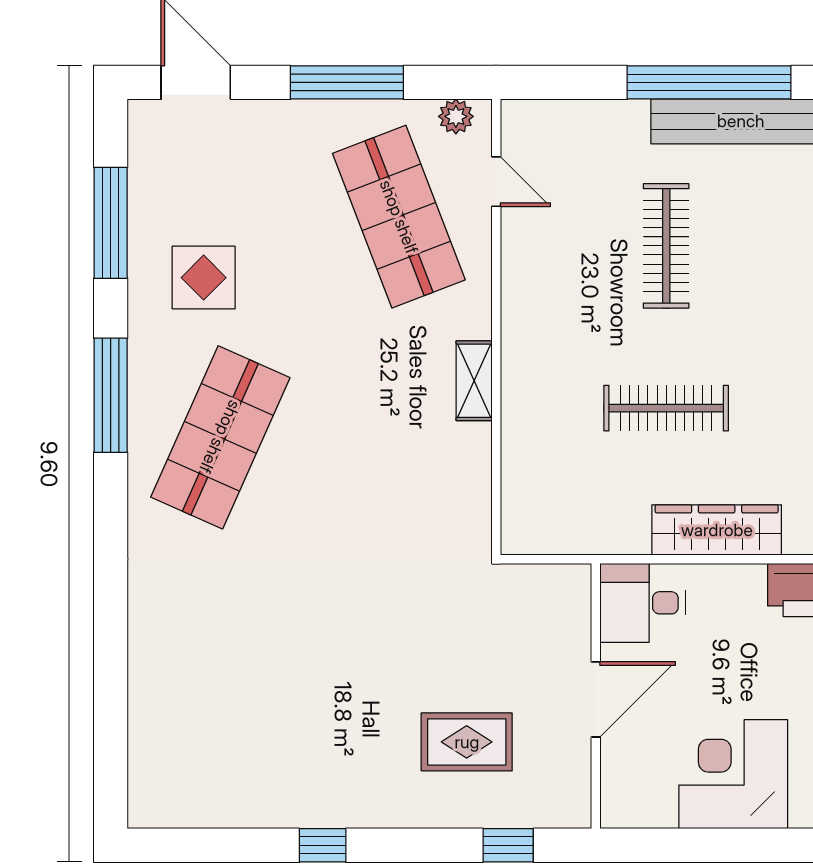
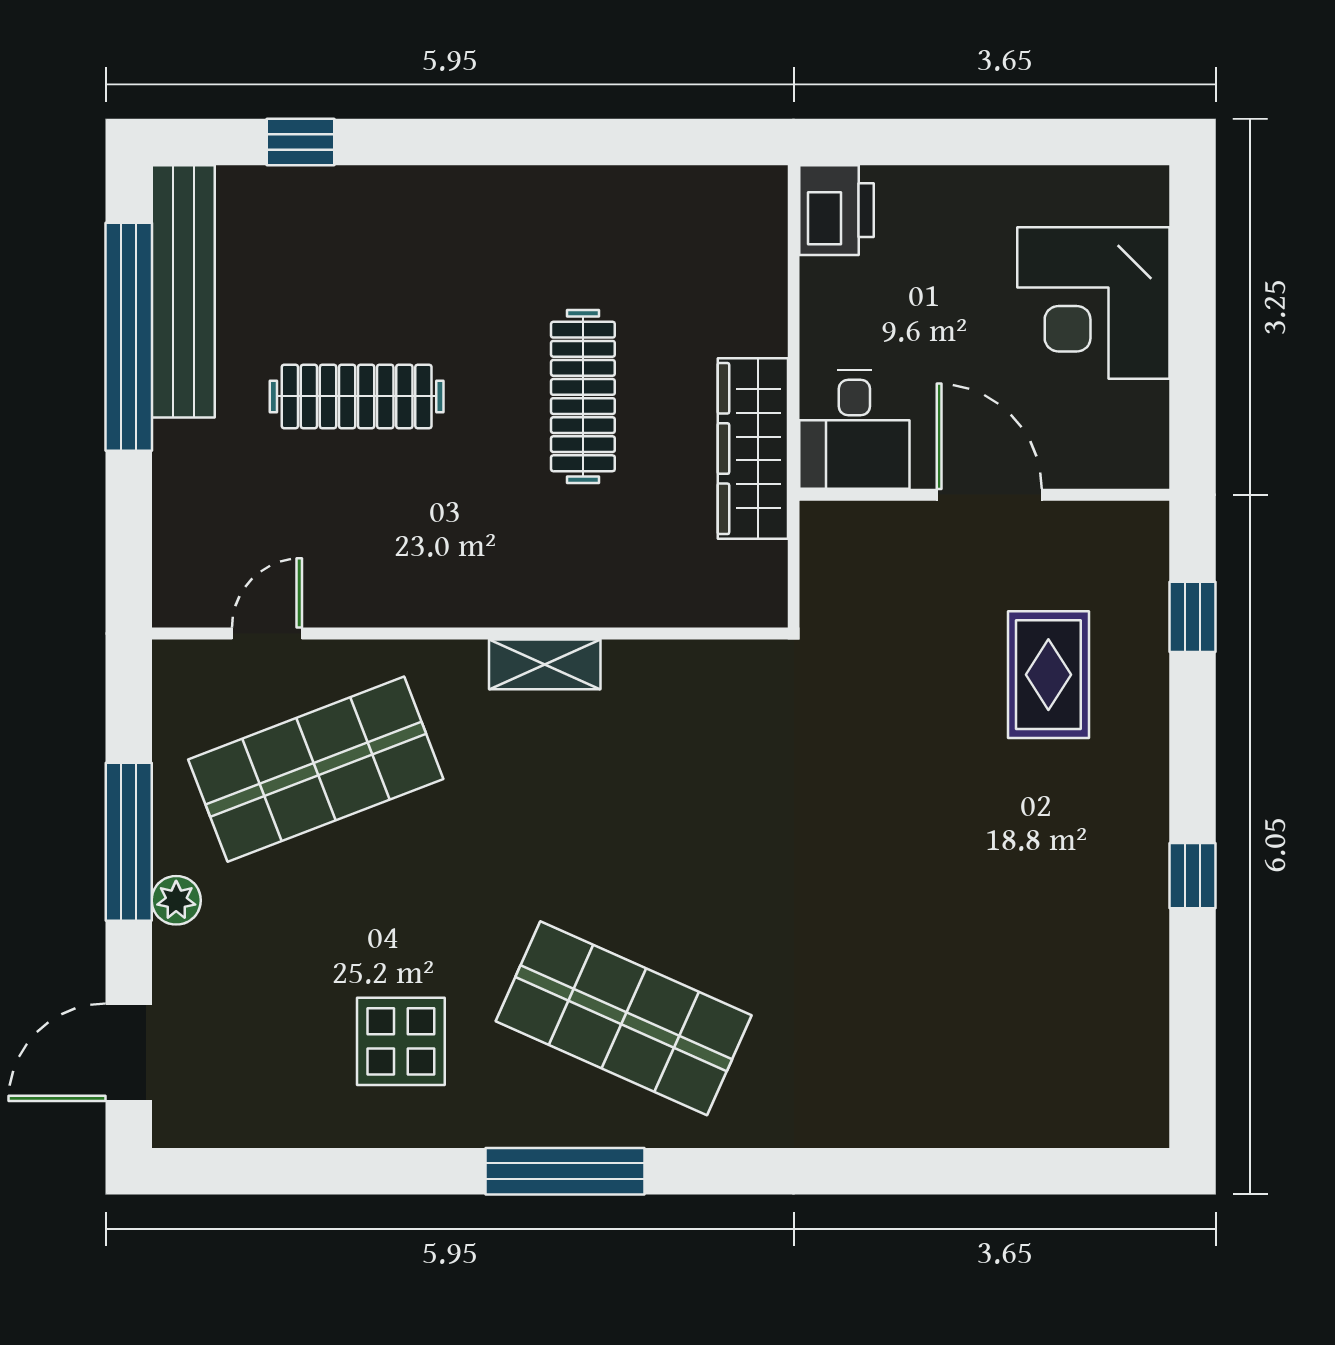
plant: (456, 116) -> (176, 900), moved
window: (111, 223) -> (325, 1171), removed
wardrobe: (717, 530) -> (753, 449), moved

